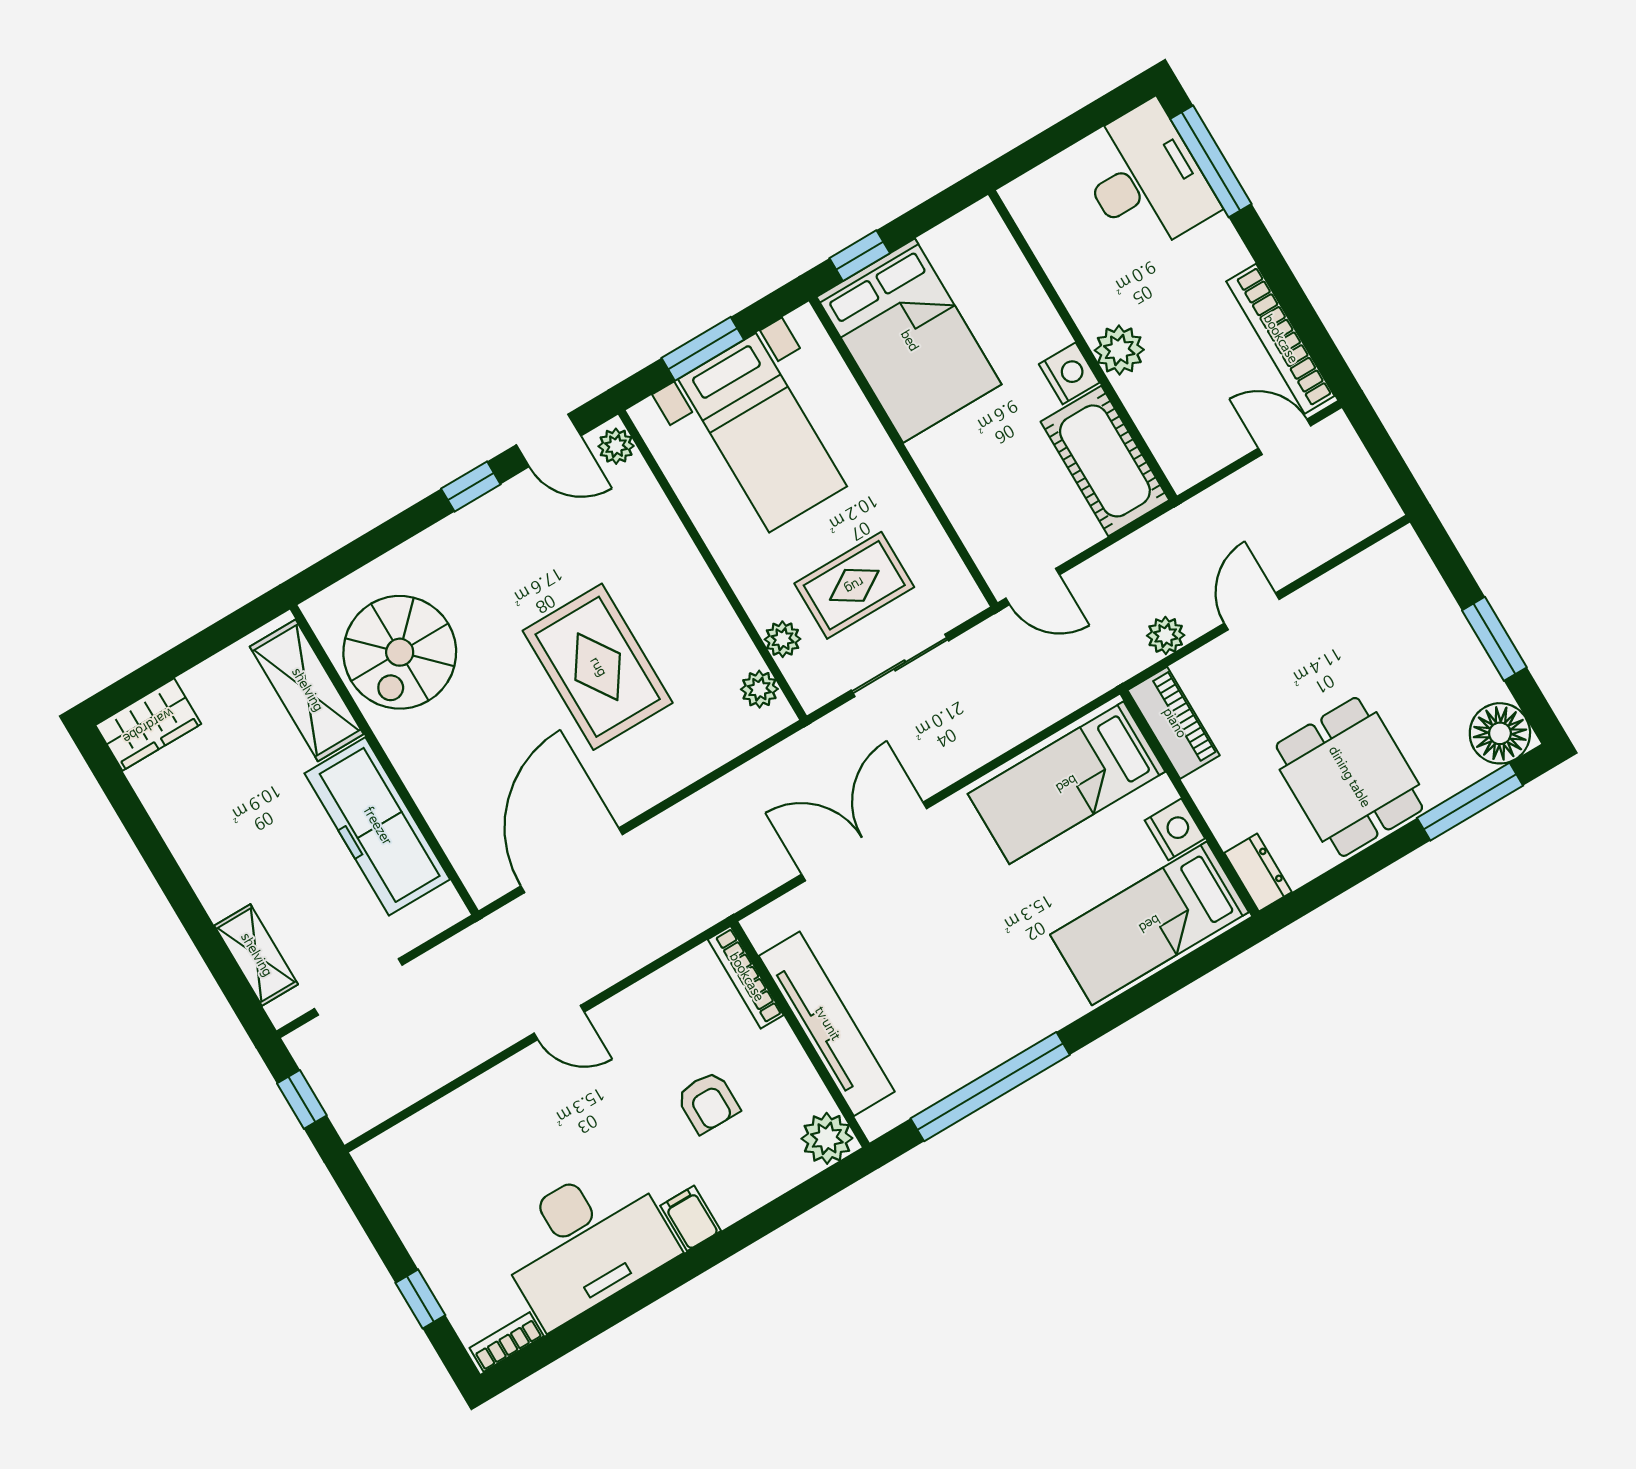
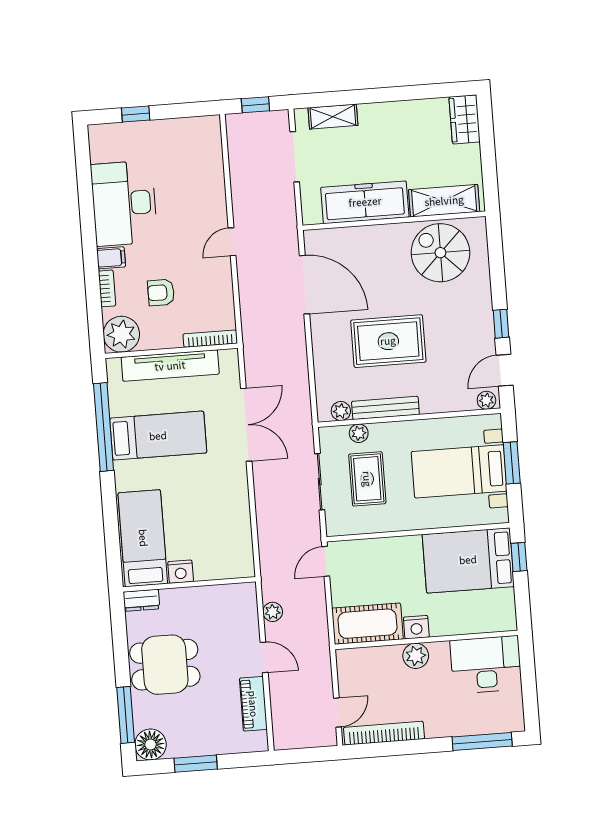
desk: (1145, 179) -> (486, 665), moved, turned 180
bench: (716, 615) -> (385, 408), added
piano: (1174, 723) -> (253, 704), moved, turned 90
bed: (1066, 783) -> (158, 436), moved, turned 90
plant: (827, 1138) -> (121, 334), width x1.36, depth x1.36
bookcase: (507, 1342) -> (107, 288), moved

